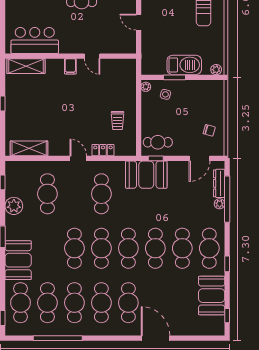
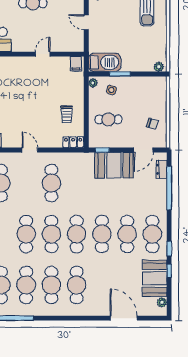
door: (92, 56) -> (43, 54), swing flipped
barbecue: (184, 65) -> (105, 62), moved
filing cabinet: (70, 66) -> (76, 64), moved
cafe table: (158, 142) -> (108, 119), moved
locker: (103, 150) -> (73, 142), moved
booth: (146, 175) -> (114, 165), moved
dresser: (219, 183) -> (162, 169), width x0.70
plant: (220, 204) -> (162, 302), moved
window: (227, 316) -> (169, 271), moved
door: (156, 338) -> (124, 318), moved

